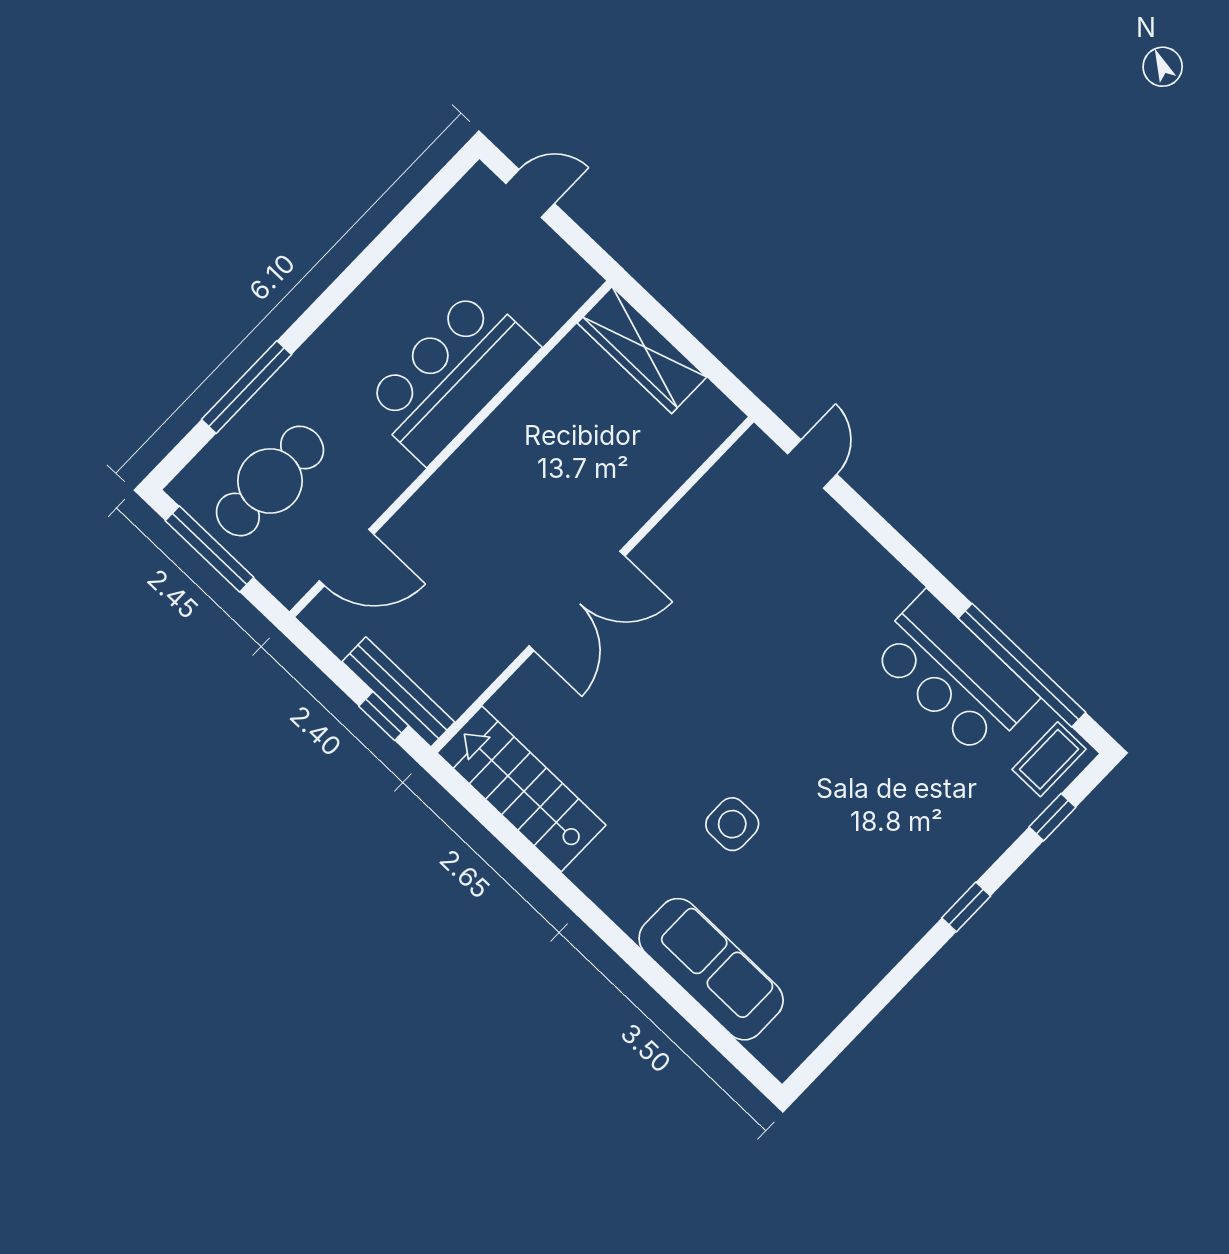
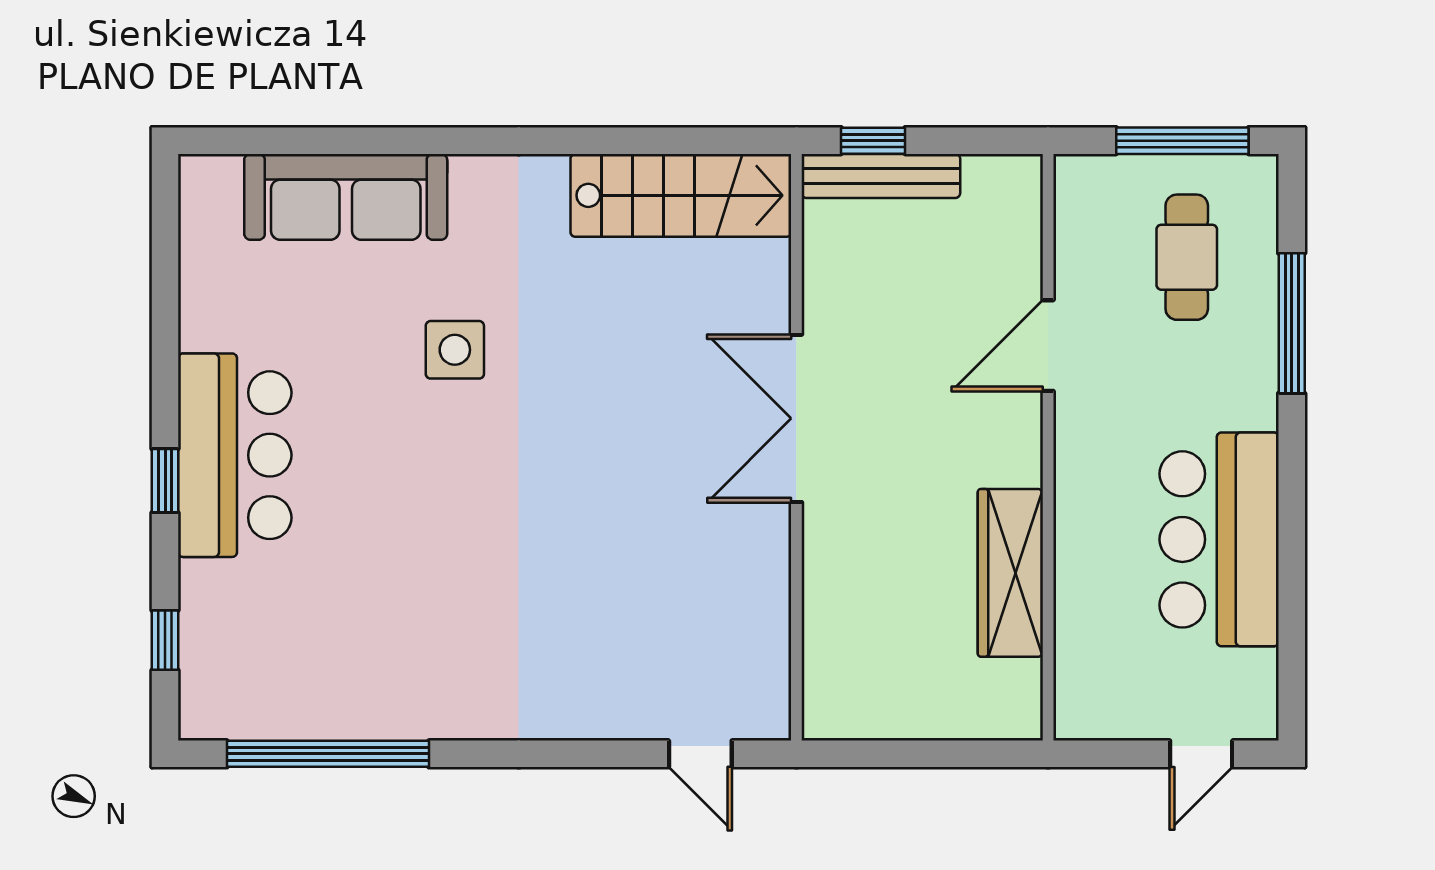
wardrobe: (642, 350) -> (1010, 573), moved, turned -90
bar counter: (451, 376) -> (1219, 539), moved, turned 180
cafe table: (270, 481) -> (1187, 257), width x0.73, depth x0.74
door: (347, 558) -> (1048, 346), moved
bar counter: (953, 675) -> (235, 455), moved, turned 90
coffee table: (1049, 759) -> (219, 691), removed

